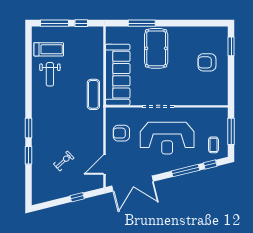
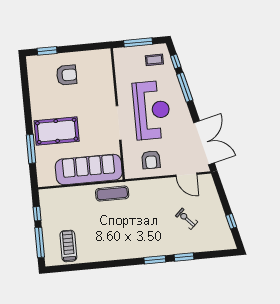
armchair: (207, 62) -> (67, 75), turned -90
weight bench: (50, 74) -> (95, 242), removed
window: (77, 197) -> (231, 221), moved

